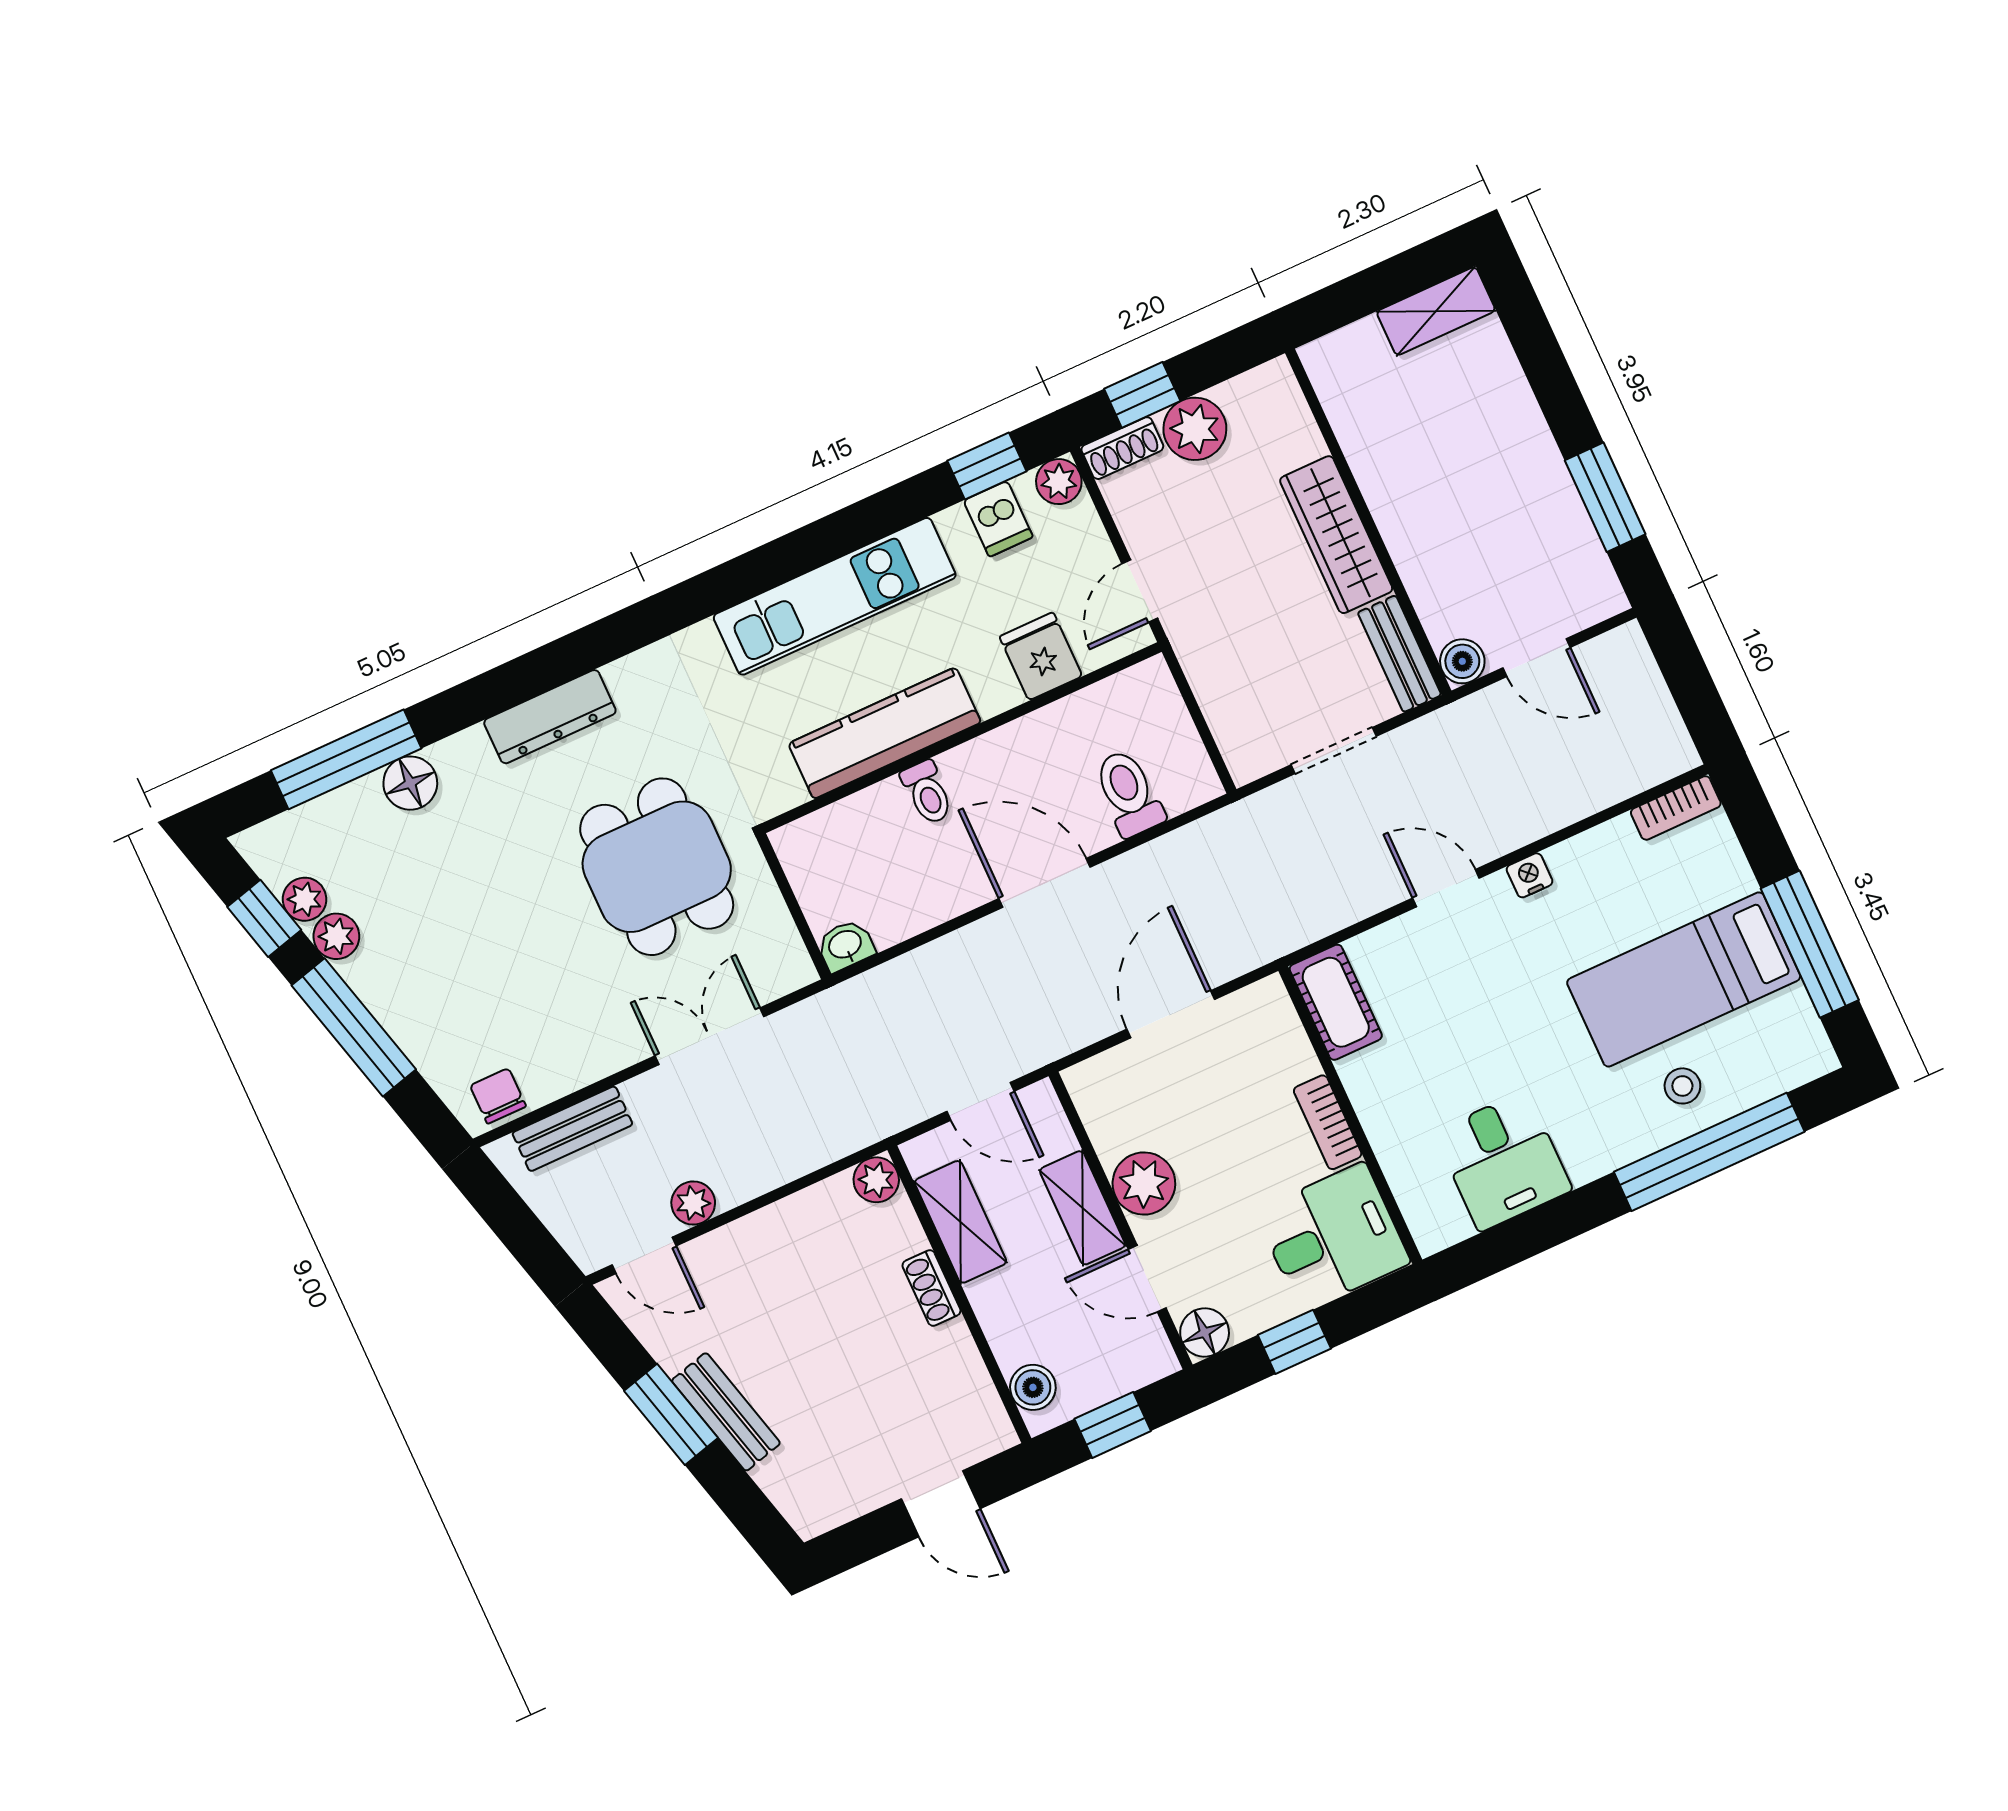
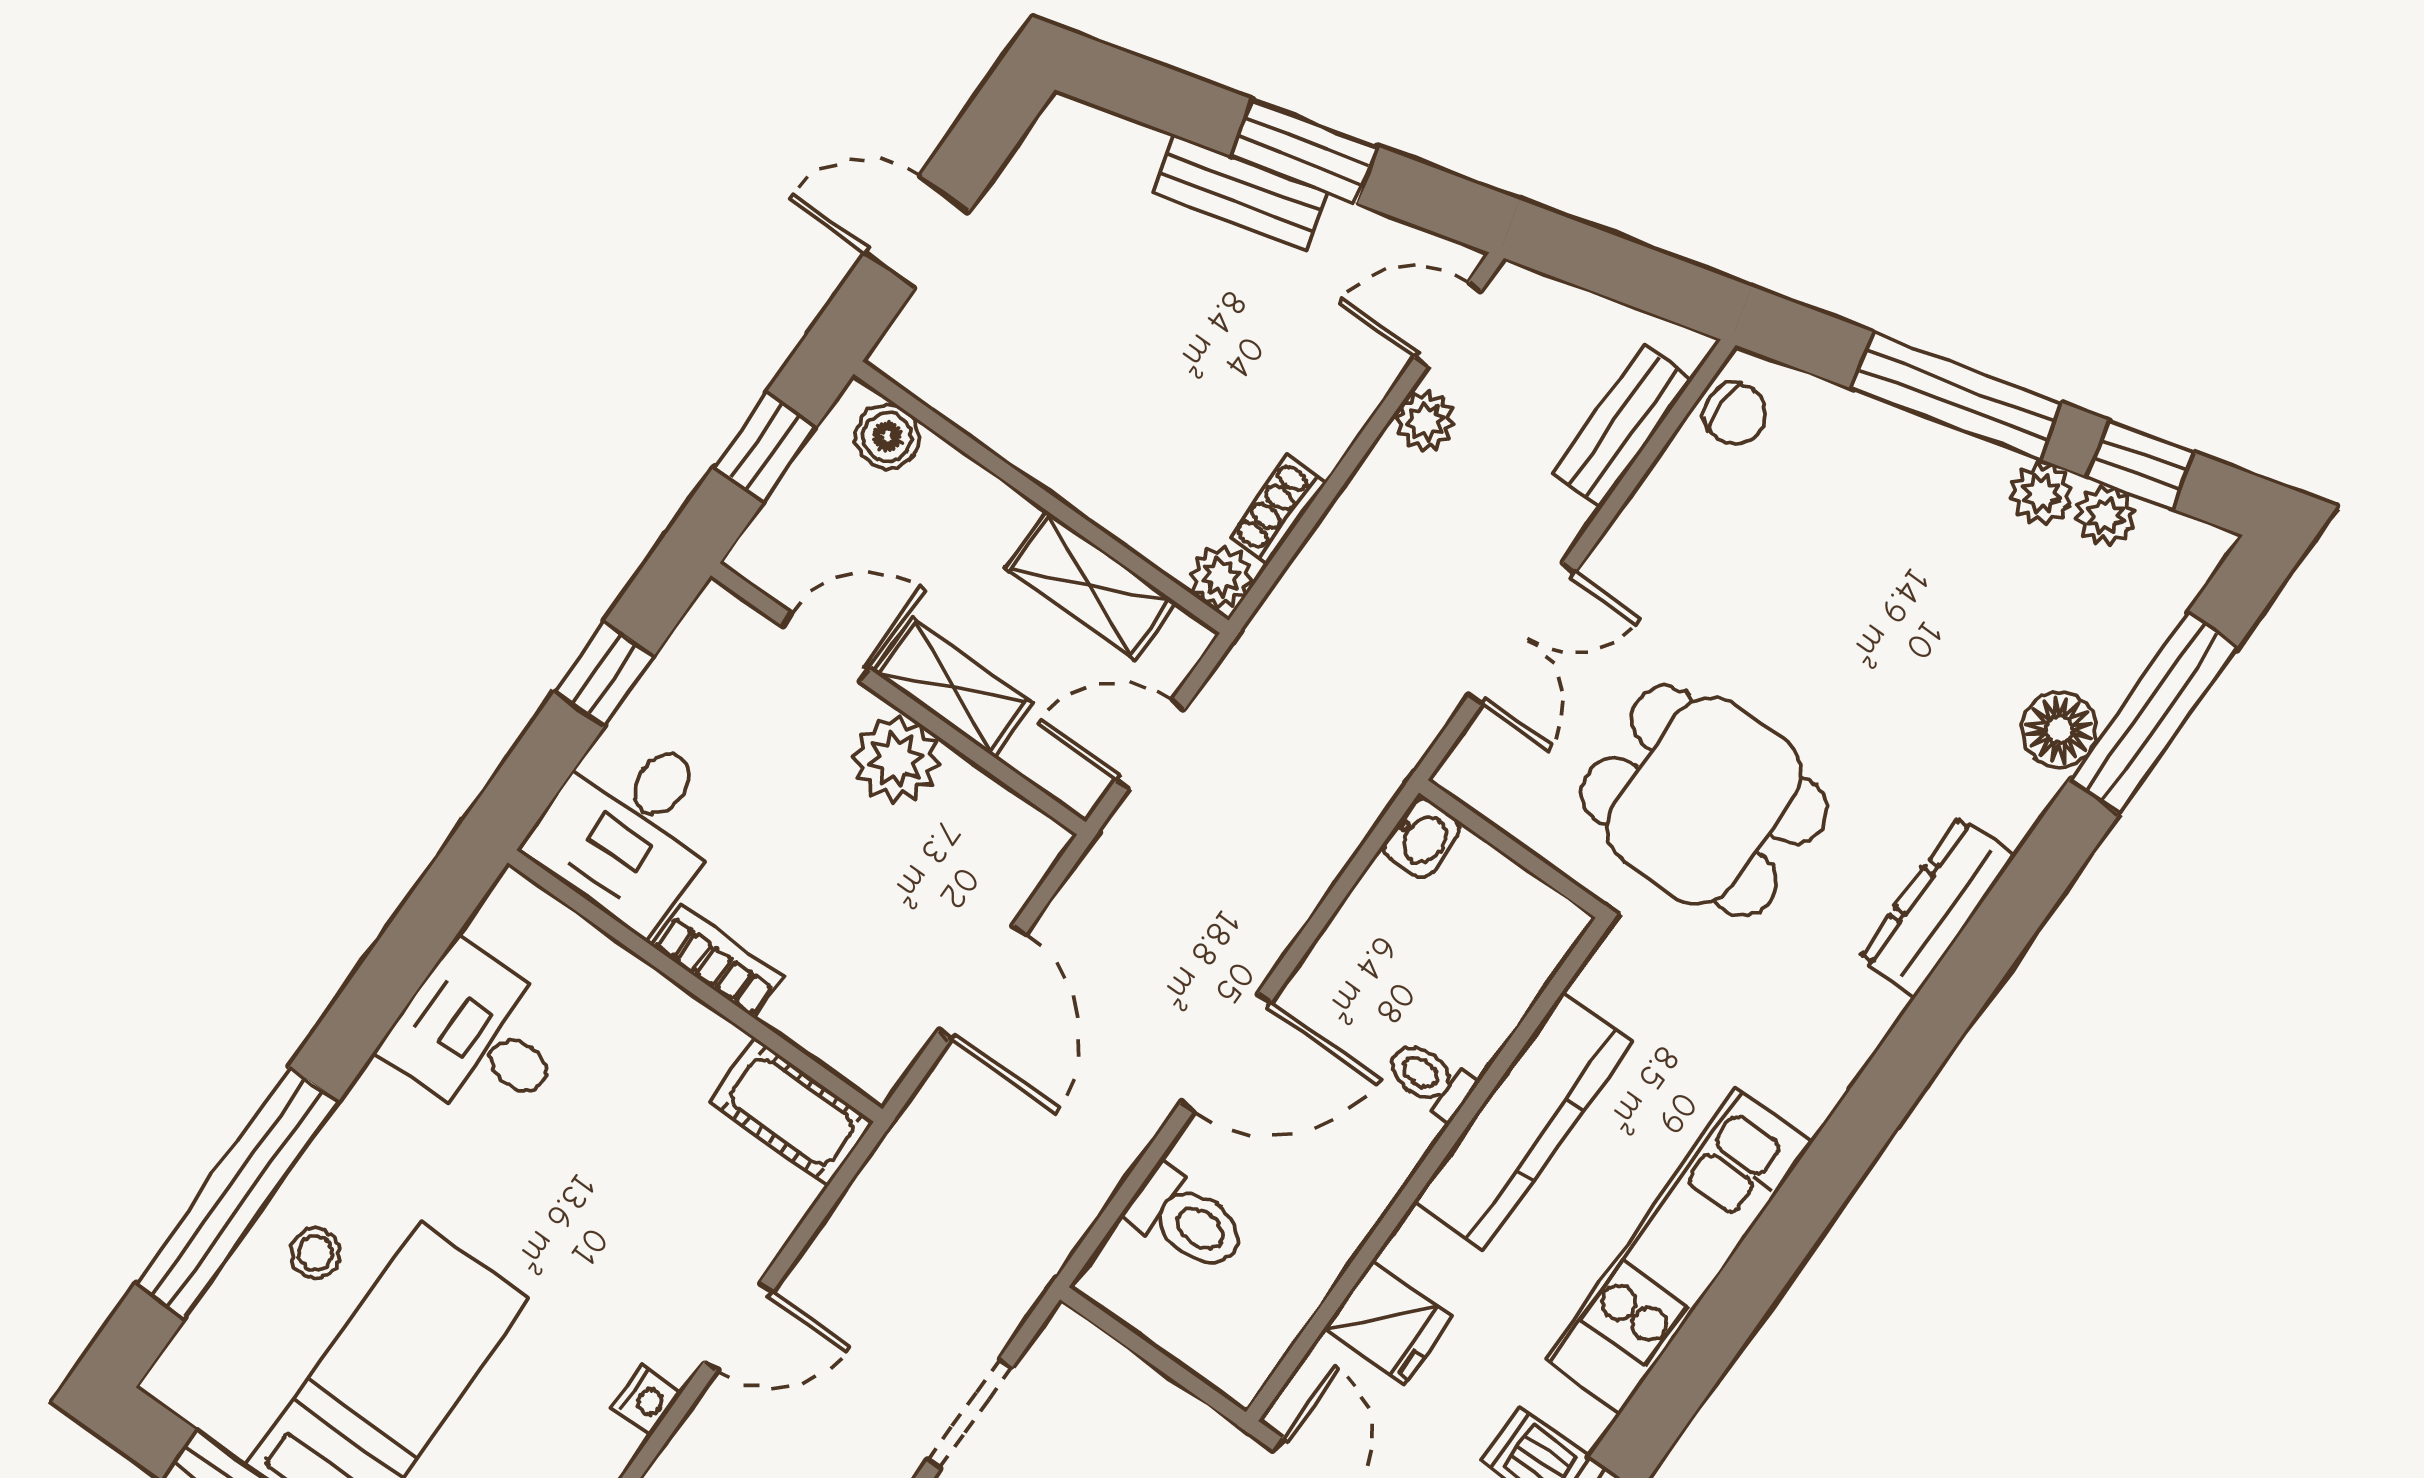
shoe rack: (931, 1288) -> (1277, 510), moved, turned -90
floor lamp: (1205, 1333) -> (719, 622), removed

